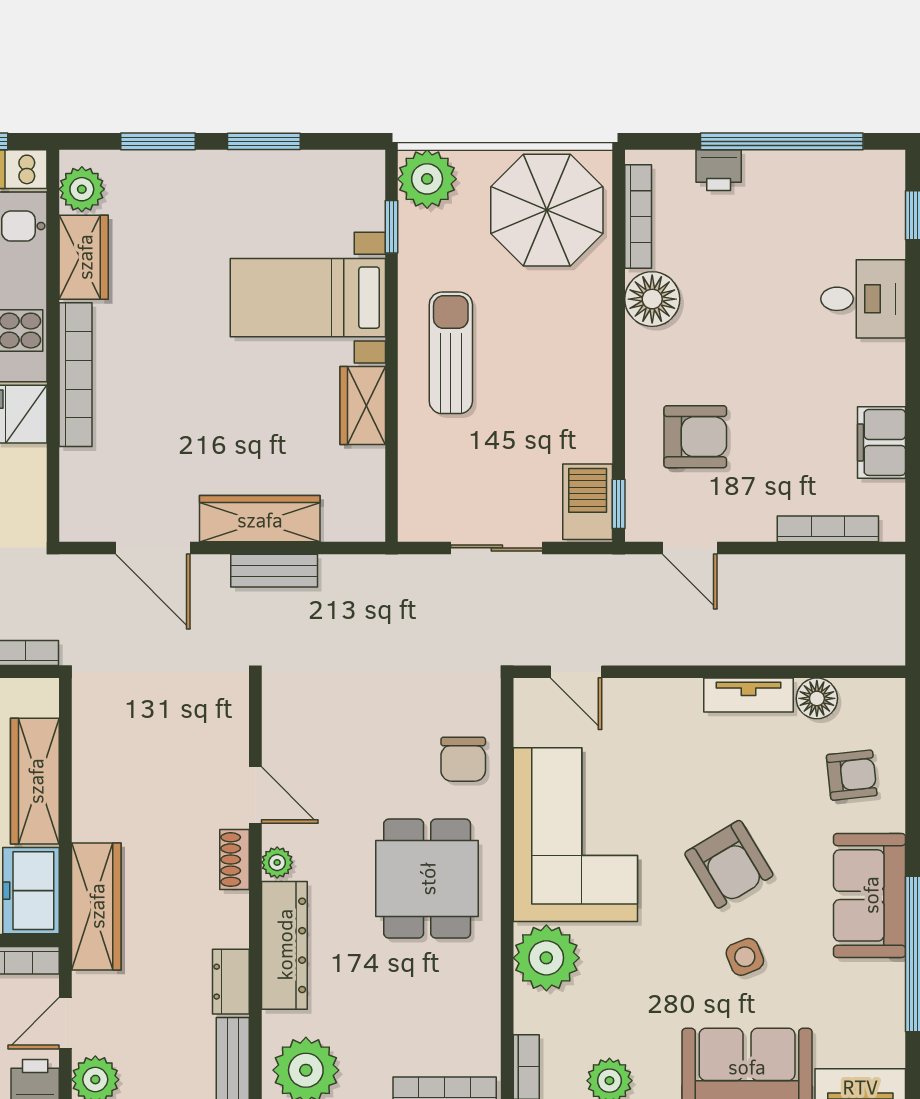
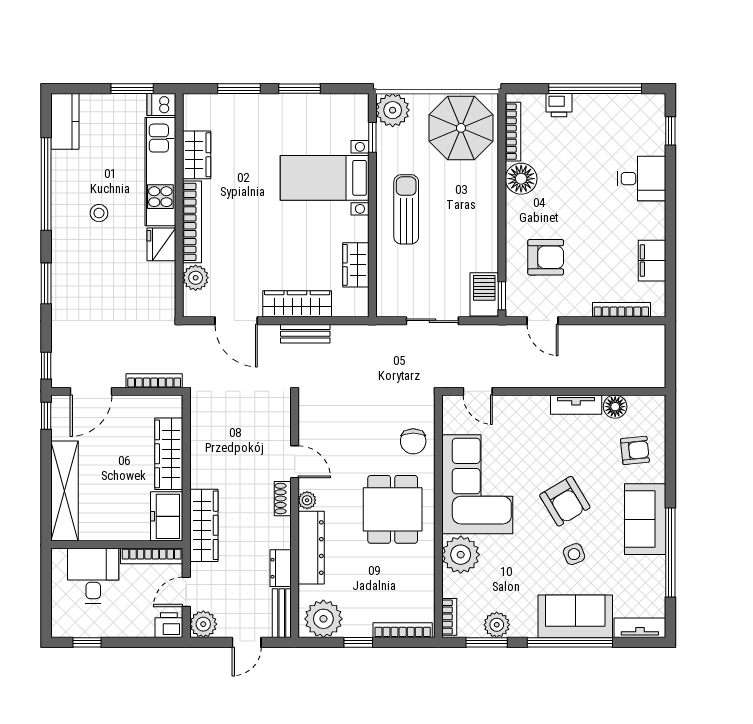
plant: (82, 189) -> (196, 278), moved
wardrobe: (363, 405) -> (356, 265), moved

